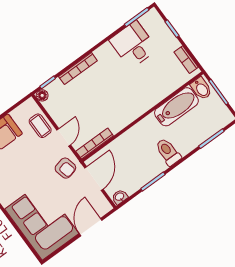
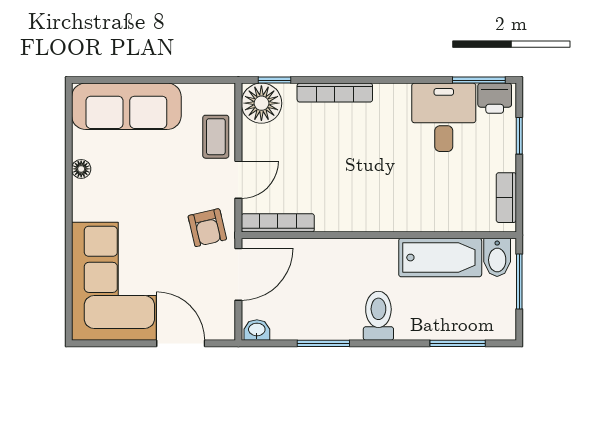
printer: (149, 20) -> (495, 98), added
floor lamp: (42, 95) -> (261, 103), width x1.89, depth x1.89
door: (91, 227) -> (181, 343), hinge flipped

